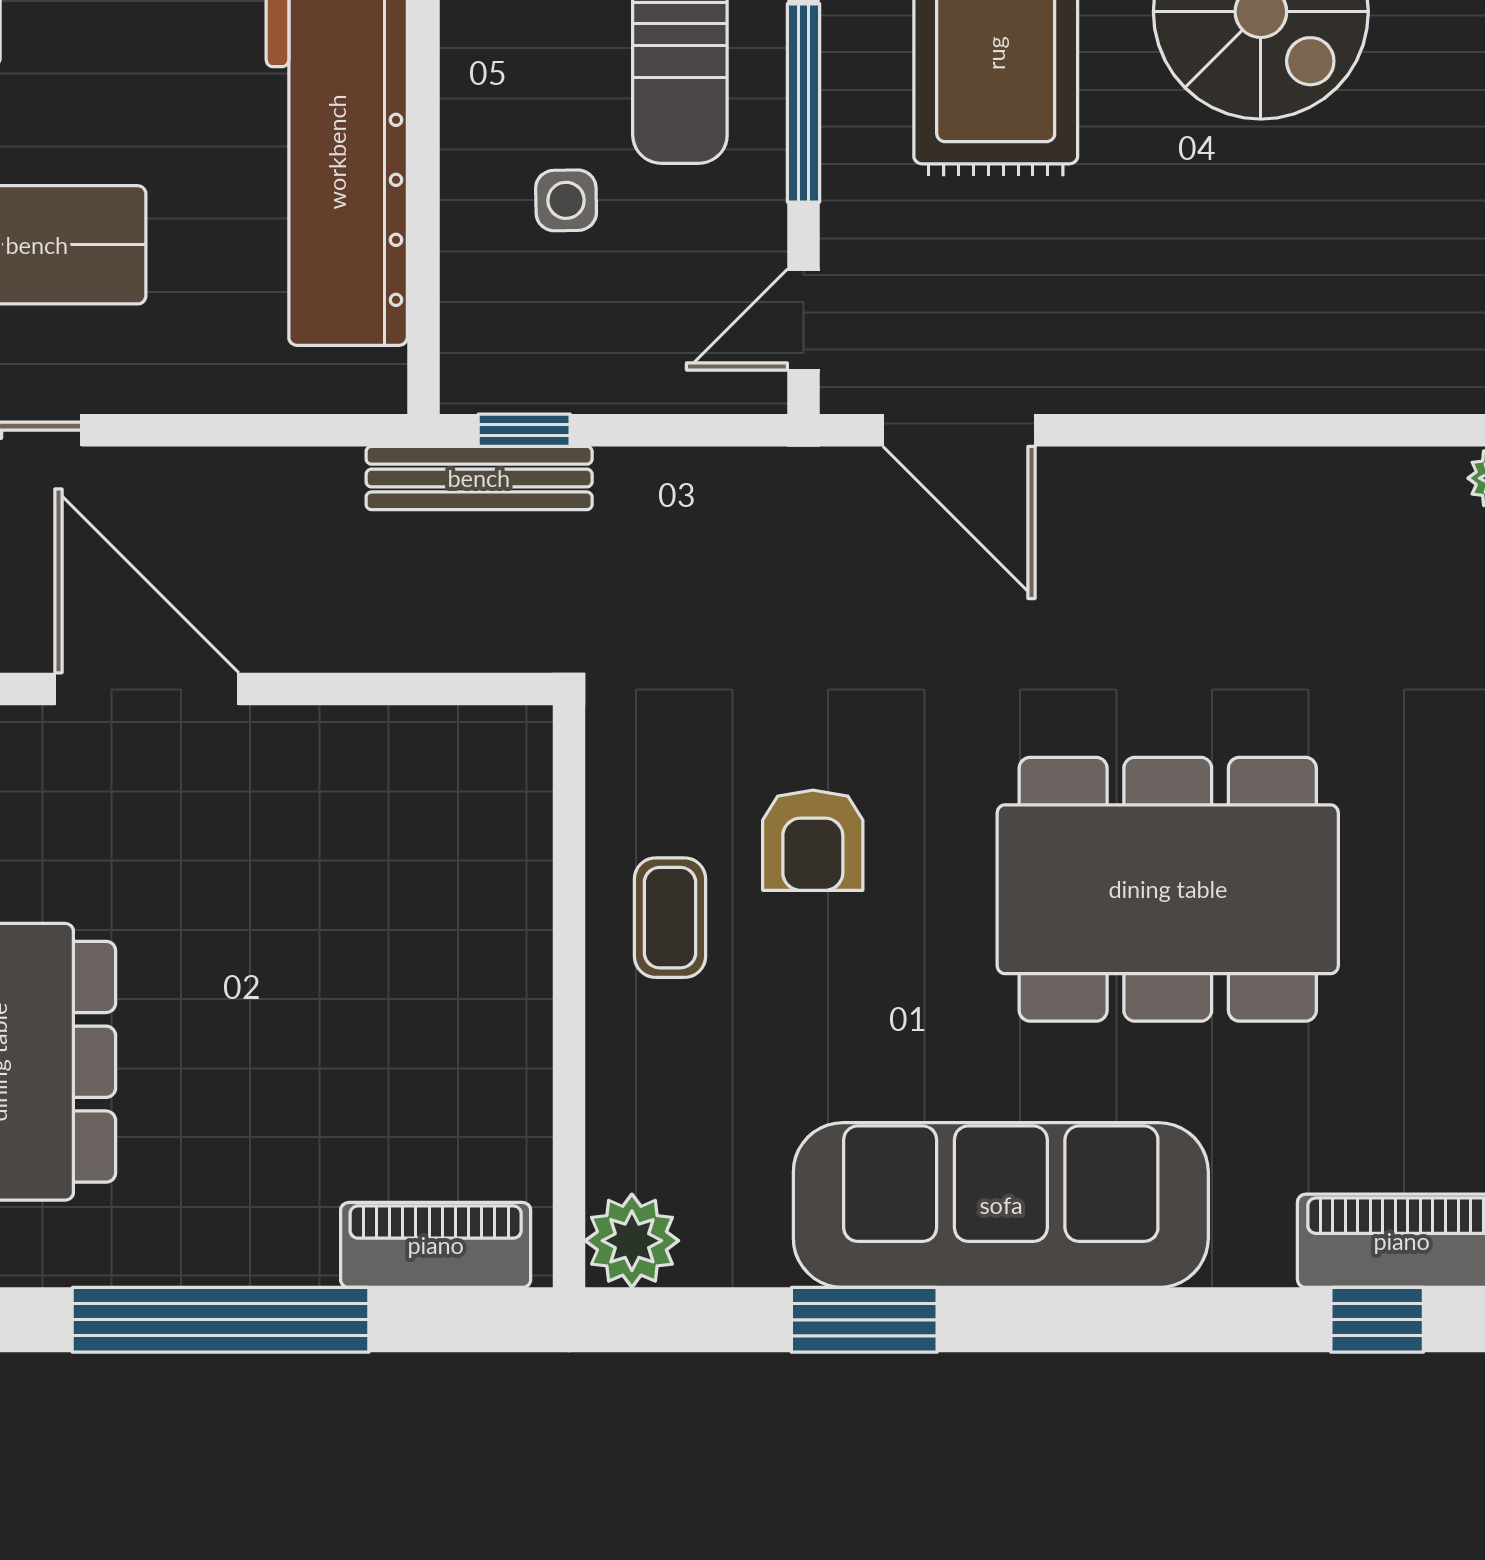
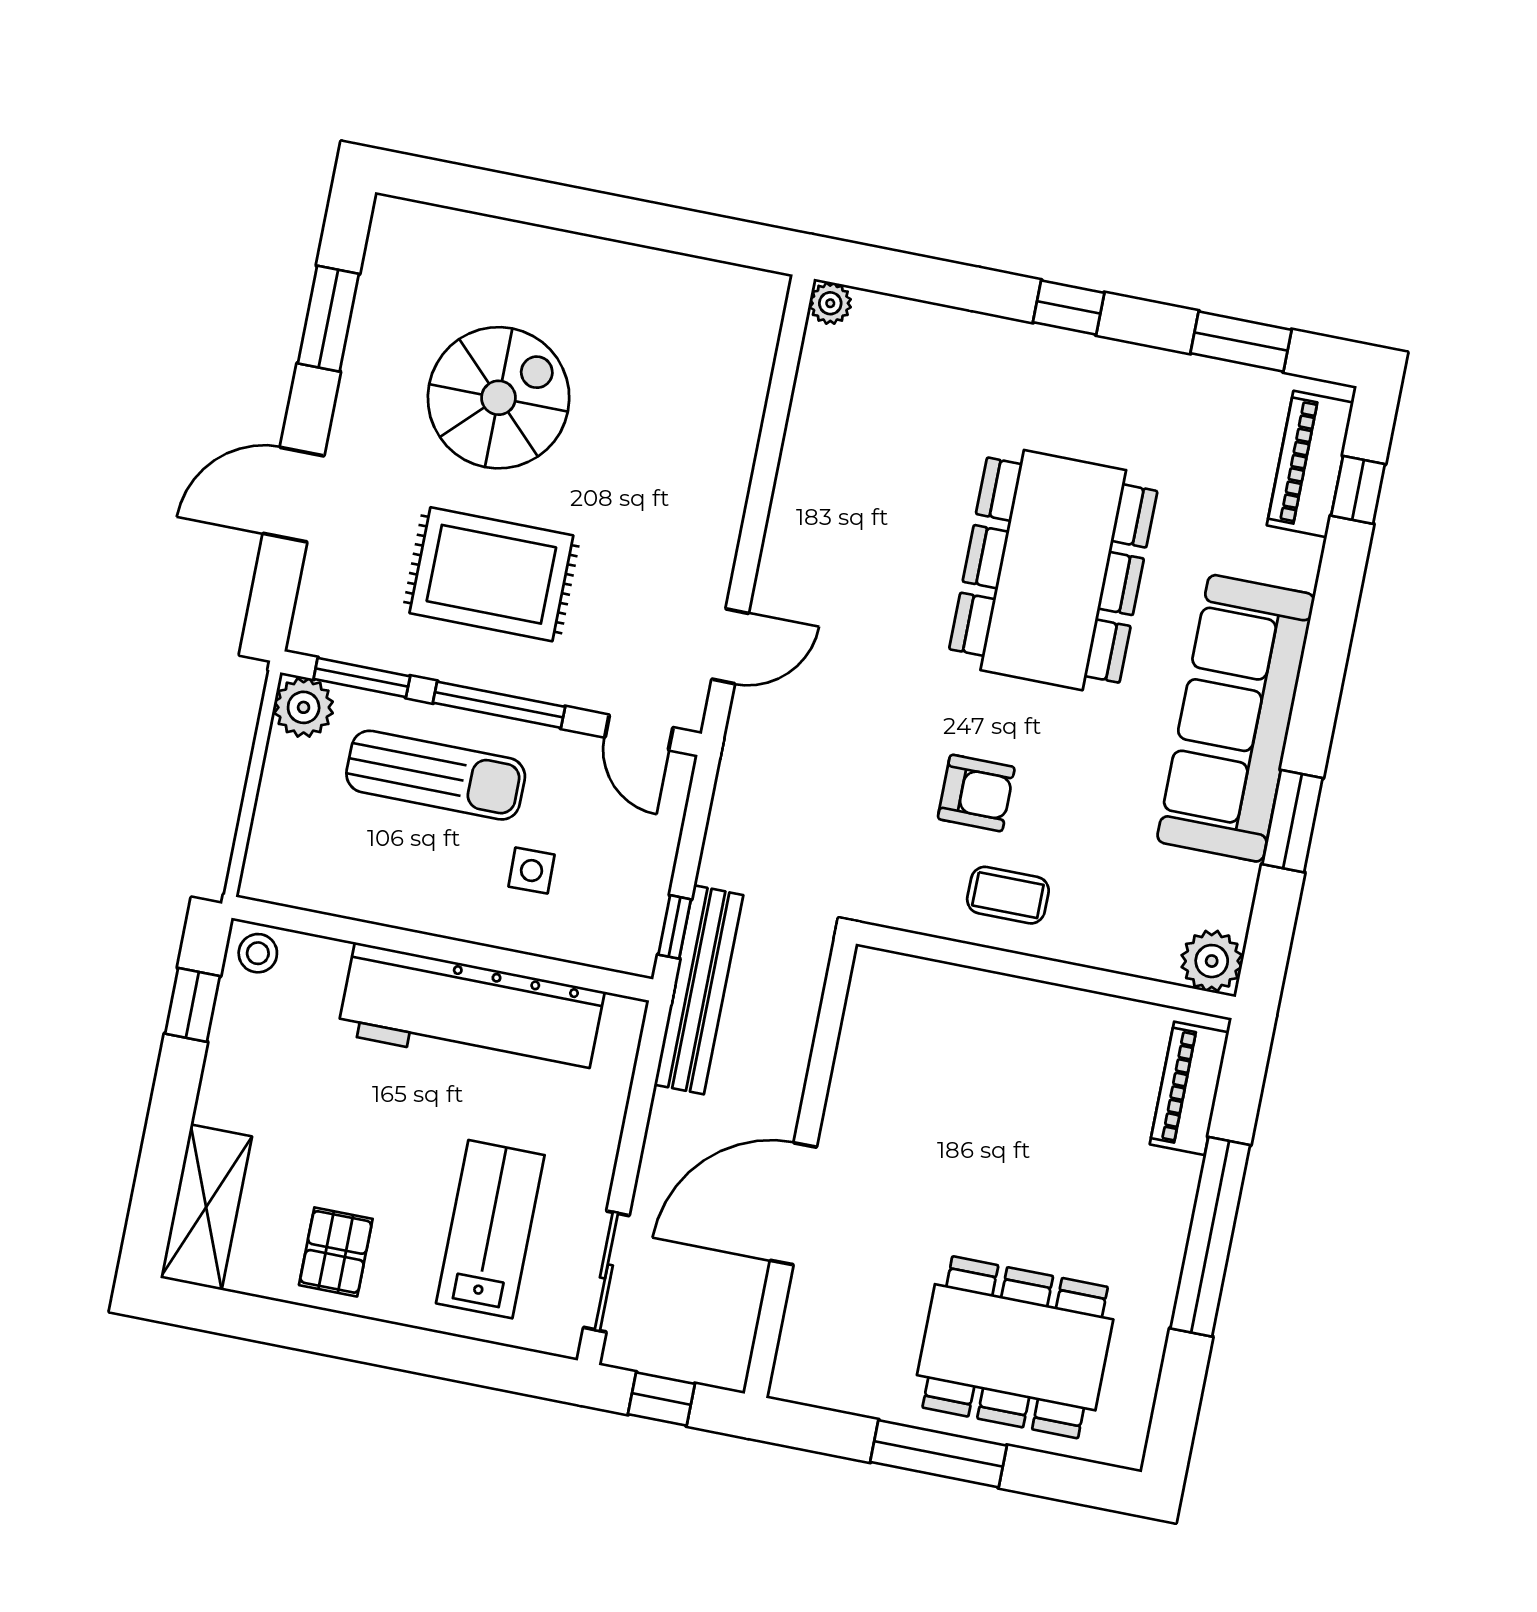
door: (959, 430) -> (730, 646), width x0.73
bench: (479, 478) -> (699, 990), width x1.37, depth x1.21

